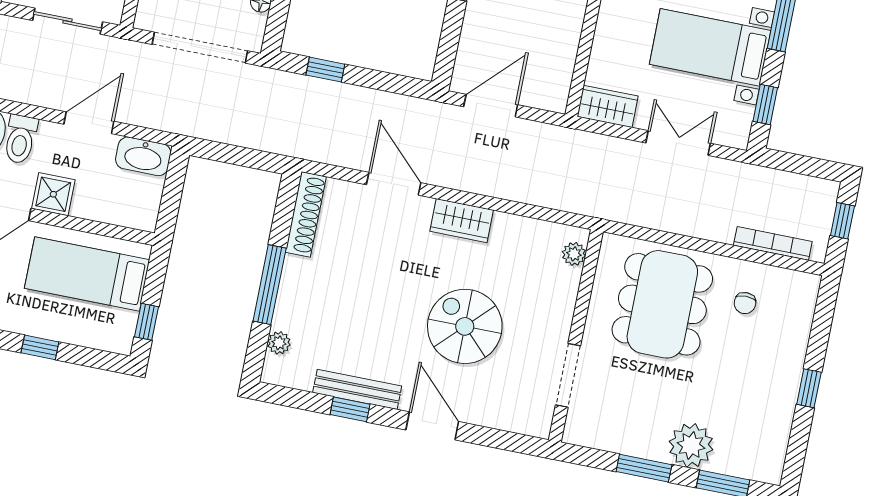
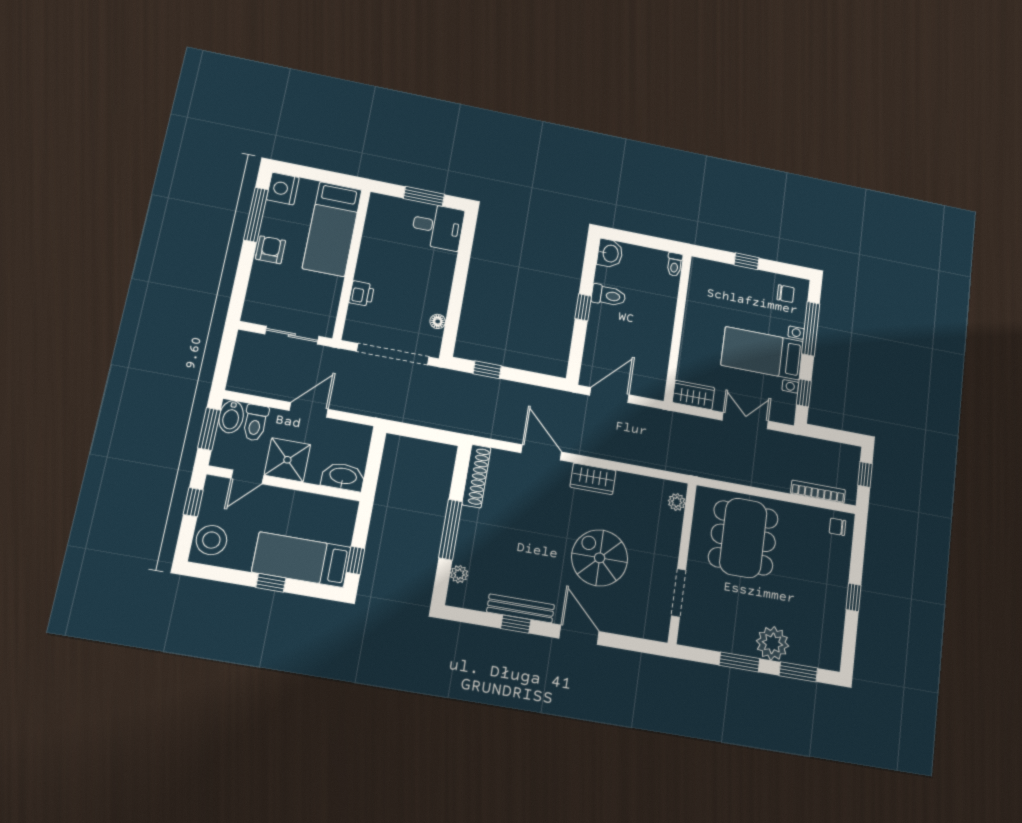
washbasin: (143, 156) -> (343, 477), moved, turned 180
shower: (53, 194) -> (287, 460), width x1.36, depth x1.36
bed: (87, 274) -> (301, 560), moved
chair: (745, 303) -> (837, 527), moved, turned 90

